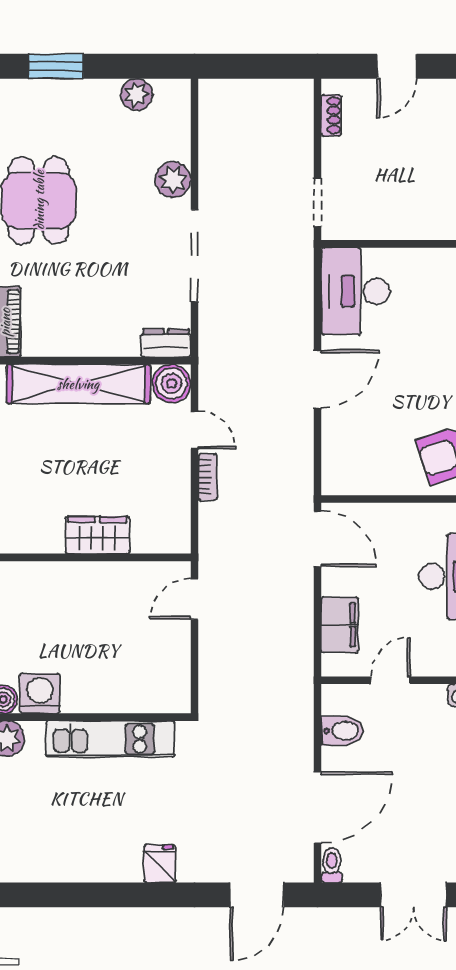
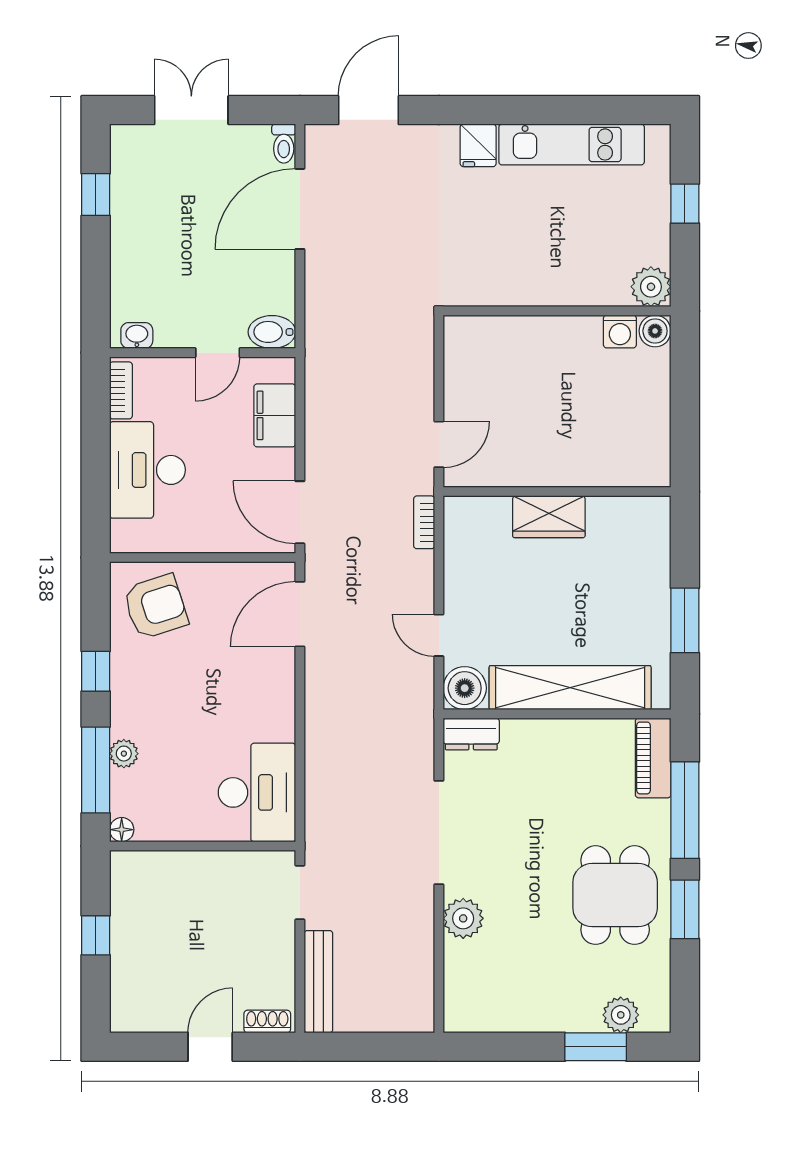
plant: (136, 94) -> (621, 1015), moved
shoe rack: (331, 115) -> (267, 1022), moved, turned 90
bench: (301, 124) -> (318, 982), added
door: (317, 379) -> (300, 614), moved
bookcase: (208, 477) -> (424, 522), moved
washing machine: (40, 693) -> (620, 332), width x0.73, depth x0.73
bidet: (342, 731) -> (272, 332), moved
kitchen unit: (110, 739) -> (572, 144), moved, turned 180

